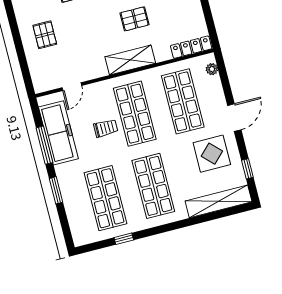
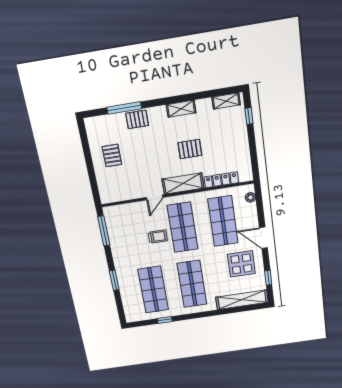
locker: (191, 47) -> (221, 180), moved
door: (72, 87) -> (155, 197), moved
door: (234, 118) -> (263, 238), swing flipped
freezer: (58, 133) -> (119, 237), removed
window: (44, 145) -> (104, 231), moved

